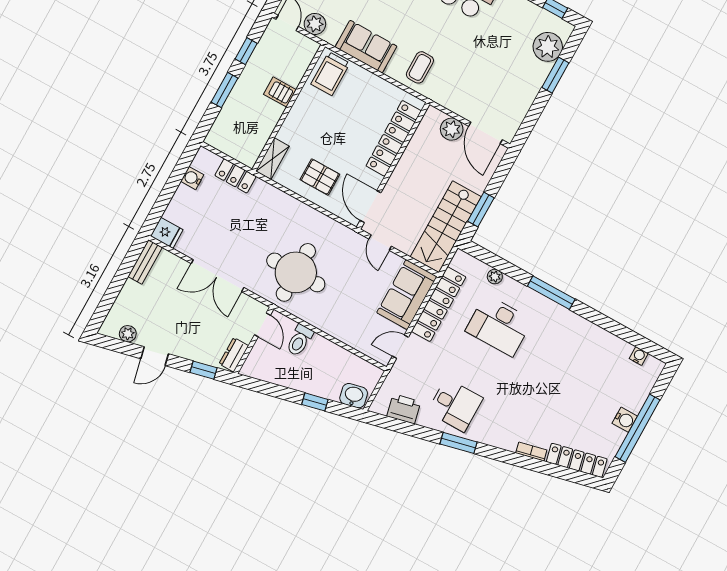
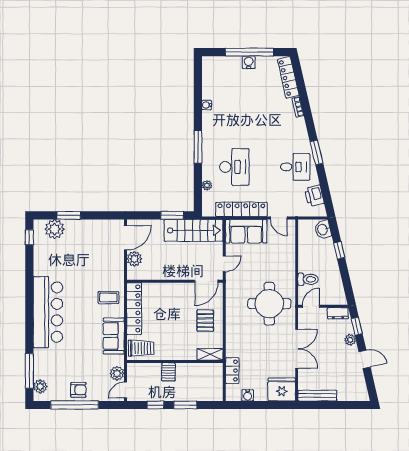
locker: (394, 138) -> (134, 309), moved, turned -90
fridge: (167, 233) -> (282, 389), width x1.88, depth x1.34
bench: (145, 262) -> (317, 396), width x1.36
plant: (128, 334) -> (350, 340), moved
water cooler: (639, 356) -> (207, 105), moved
desk: (455, 405) -> (295, 167), turned 90

